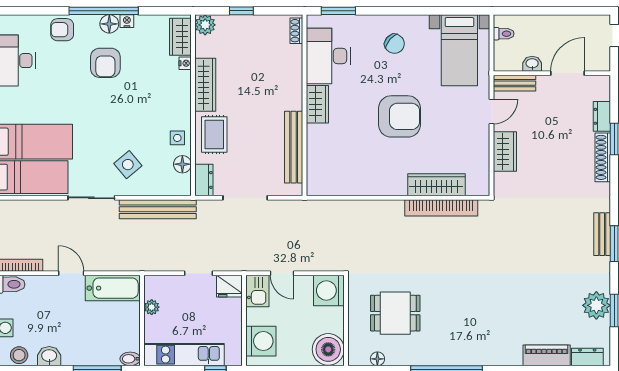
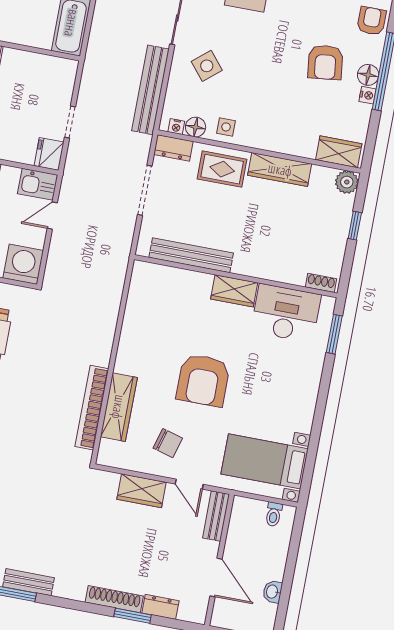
chair: (394, 44) -> (168, 443), moved, turned -114
armchair: (105, 63) -> (325, 62), turned -97
nightstand: (185, 63) -> (176, 127), moved
washbasin: (532, 64) -> (272, 592), moved, turned 180
plant: (152, 307) -> (42, 62), removed

